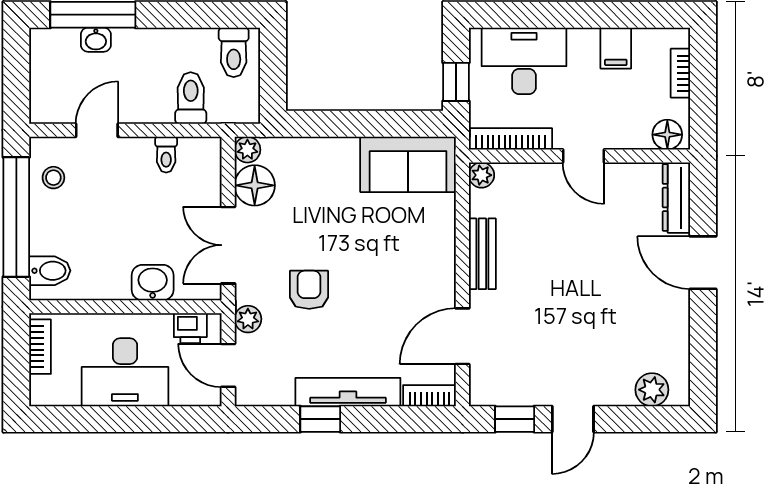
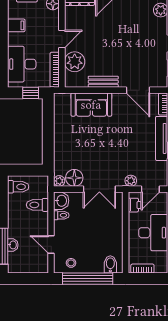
sofa: (408, 164) -> (91, 105), moved, turned 90
plant: (481, 175) -> (75, 62), moved, width x1.88, depth x1.88
washbasin: (153, 283) -> (61, 201), moved, turned 180
armchair: (309, 290) -> (118, 155), removed

